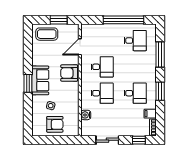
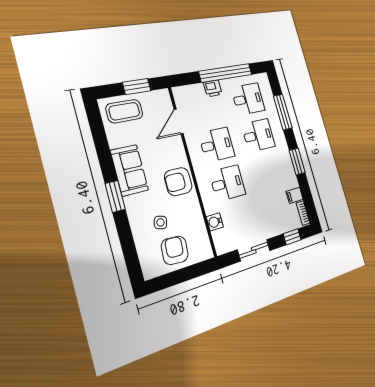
printer: (111, 29) -> (213, 88), added
armchair: (69, 73) -> (178, 182), moved
sofa: (40, 80) -> (129, 170), moved
desk: (135, 93) -> (258, 135), moved
armchair: (55, 124) -> (175, 250), turned -86

